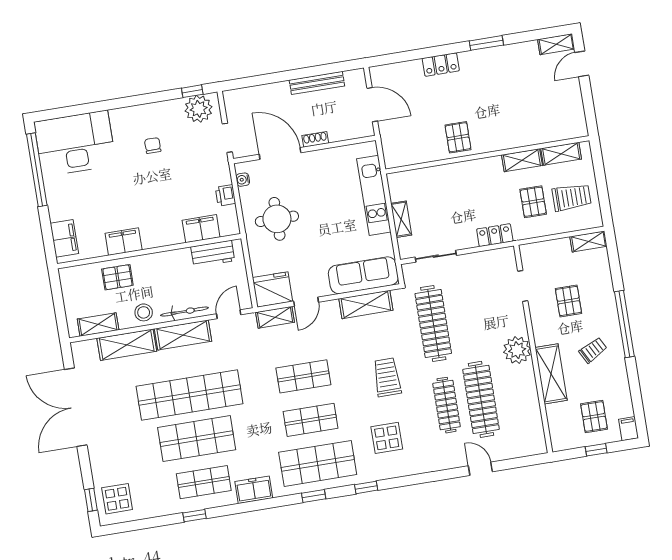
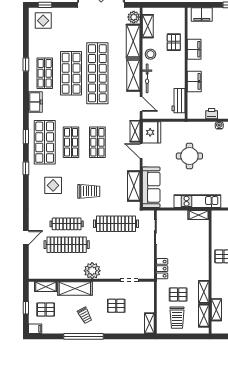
shelving: (548, 134) -> (216, 310), added
round table: (277, 219) -> (189, 156), moved
shelving: (401, 219) -> (199, 215), moved
filing cabinet: (201, 229) -> (194, 81), moved
window: (624, 324) -> (83, 336), moved
plant: (87, 350) -> (134, 17), added
shelving: (556, 423) -> (46, 287), added

